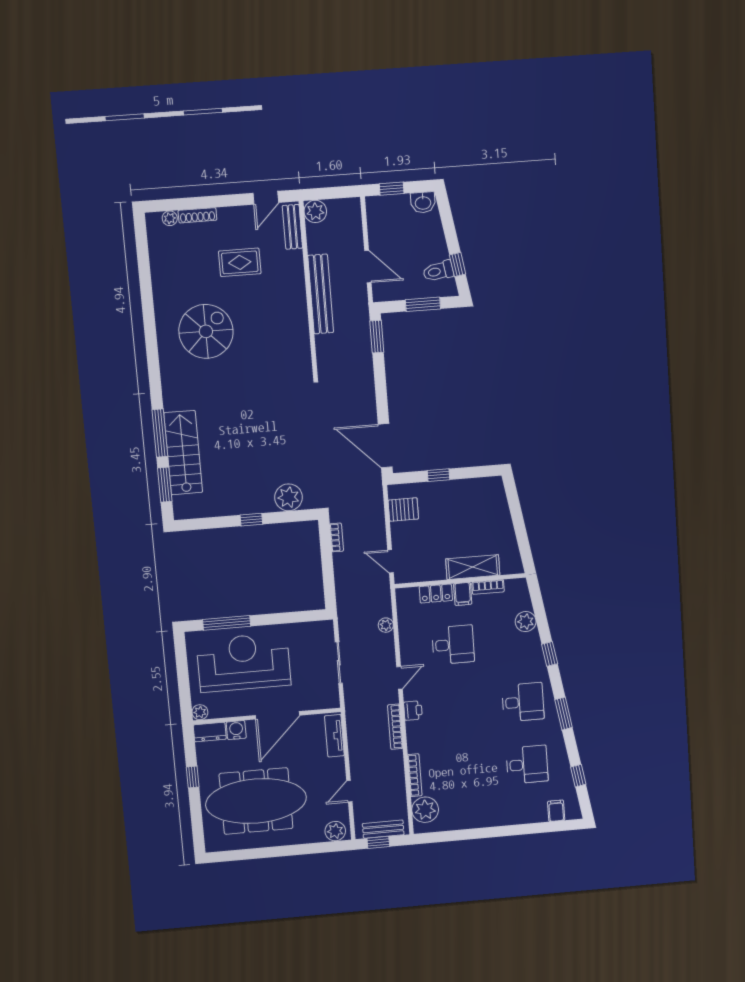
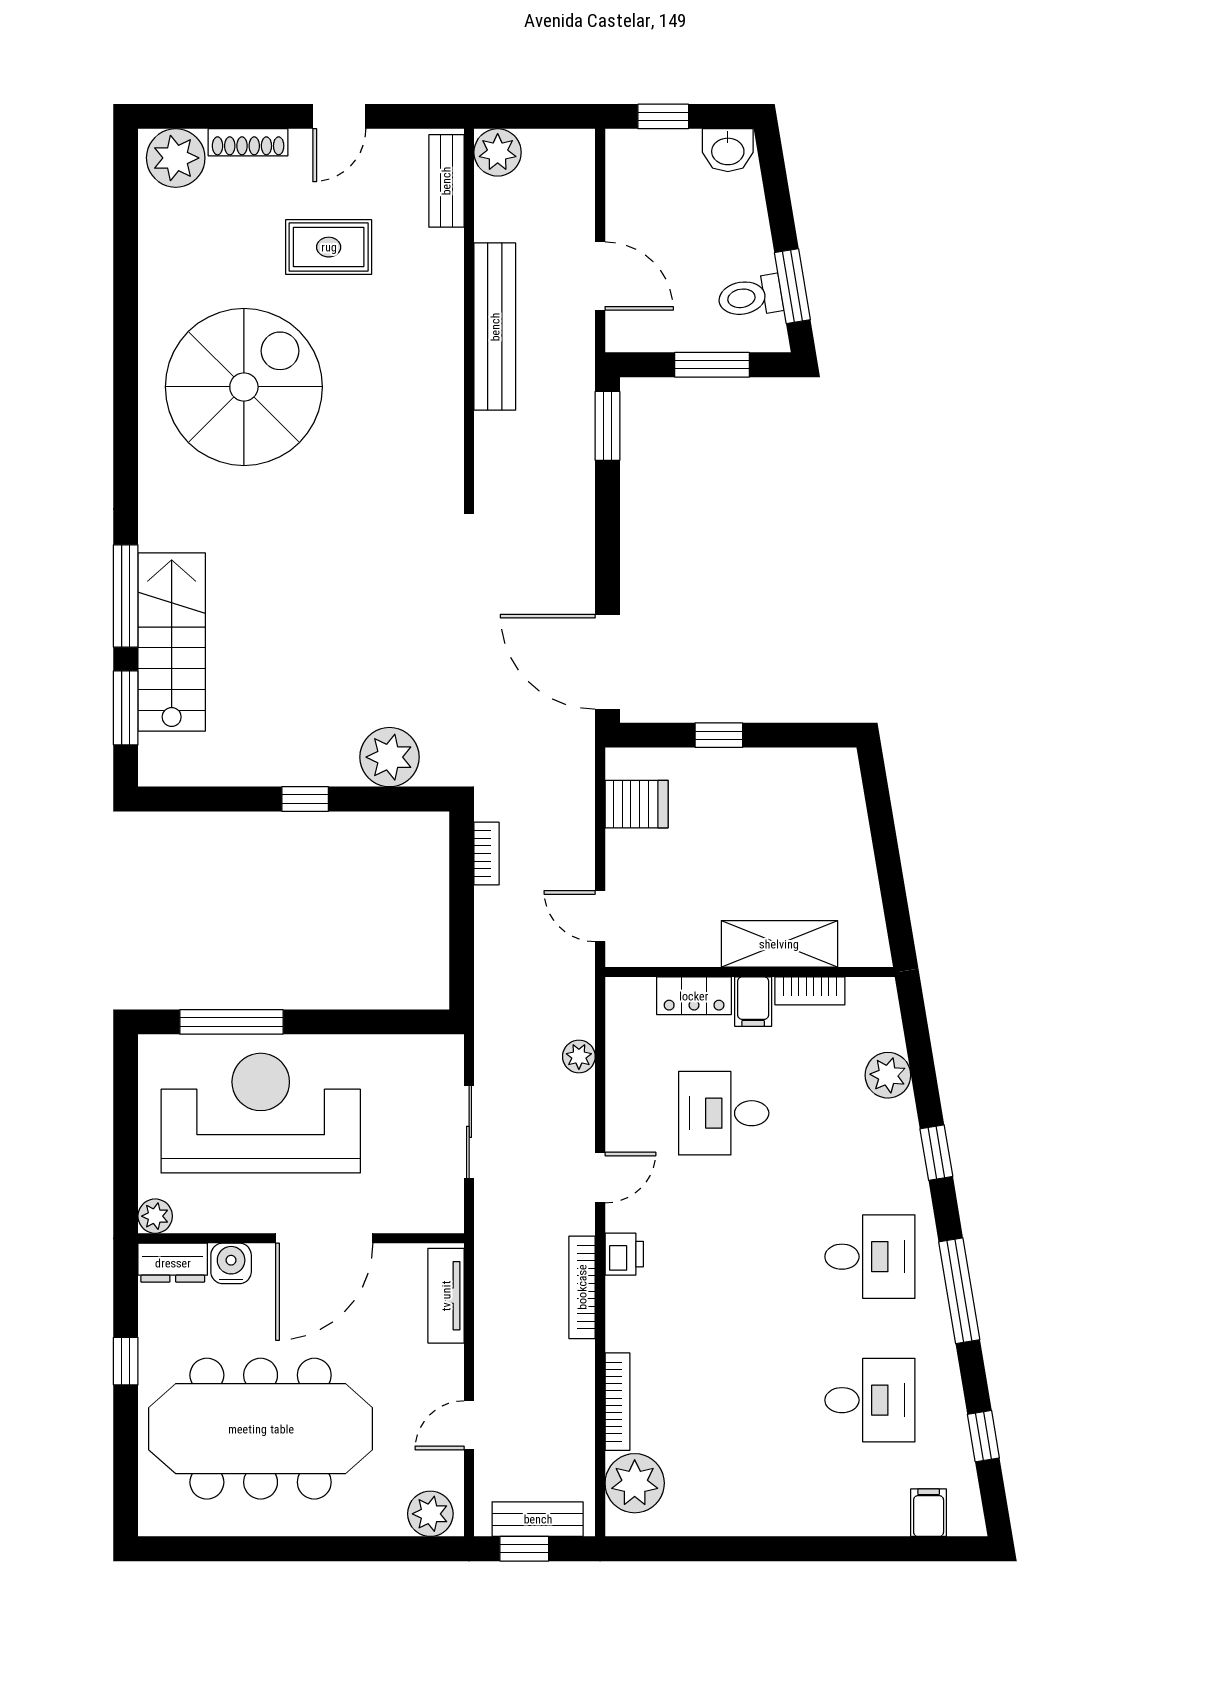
door: (266, 198) -> (339, 116), moved
plant: (170, 218) -> (176, 158), width x1.88, depth x1.88
window: (458, 265) -> (792, 286), width x1.50
spiral stairs: (206, 331) -> (244, 387), width x1.37, depth x1.37
desk: (453, 645) -> (724, 1113), turned 180
window: (564, 714) -> (959, 1291), width x1.44

